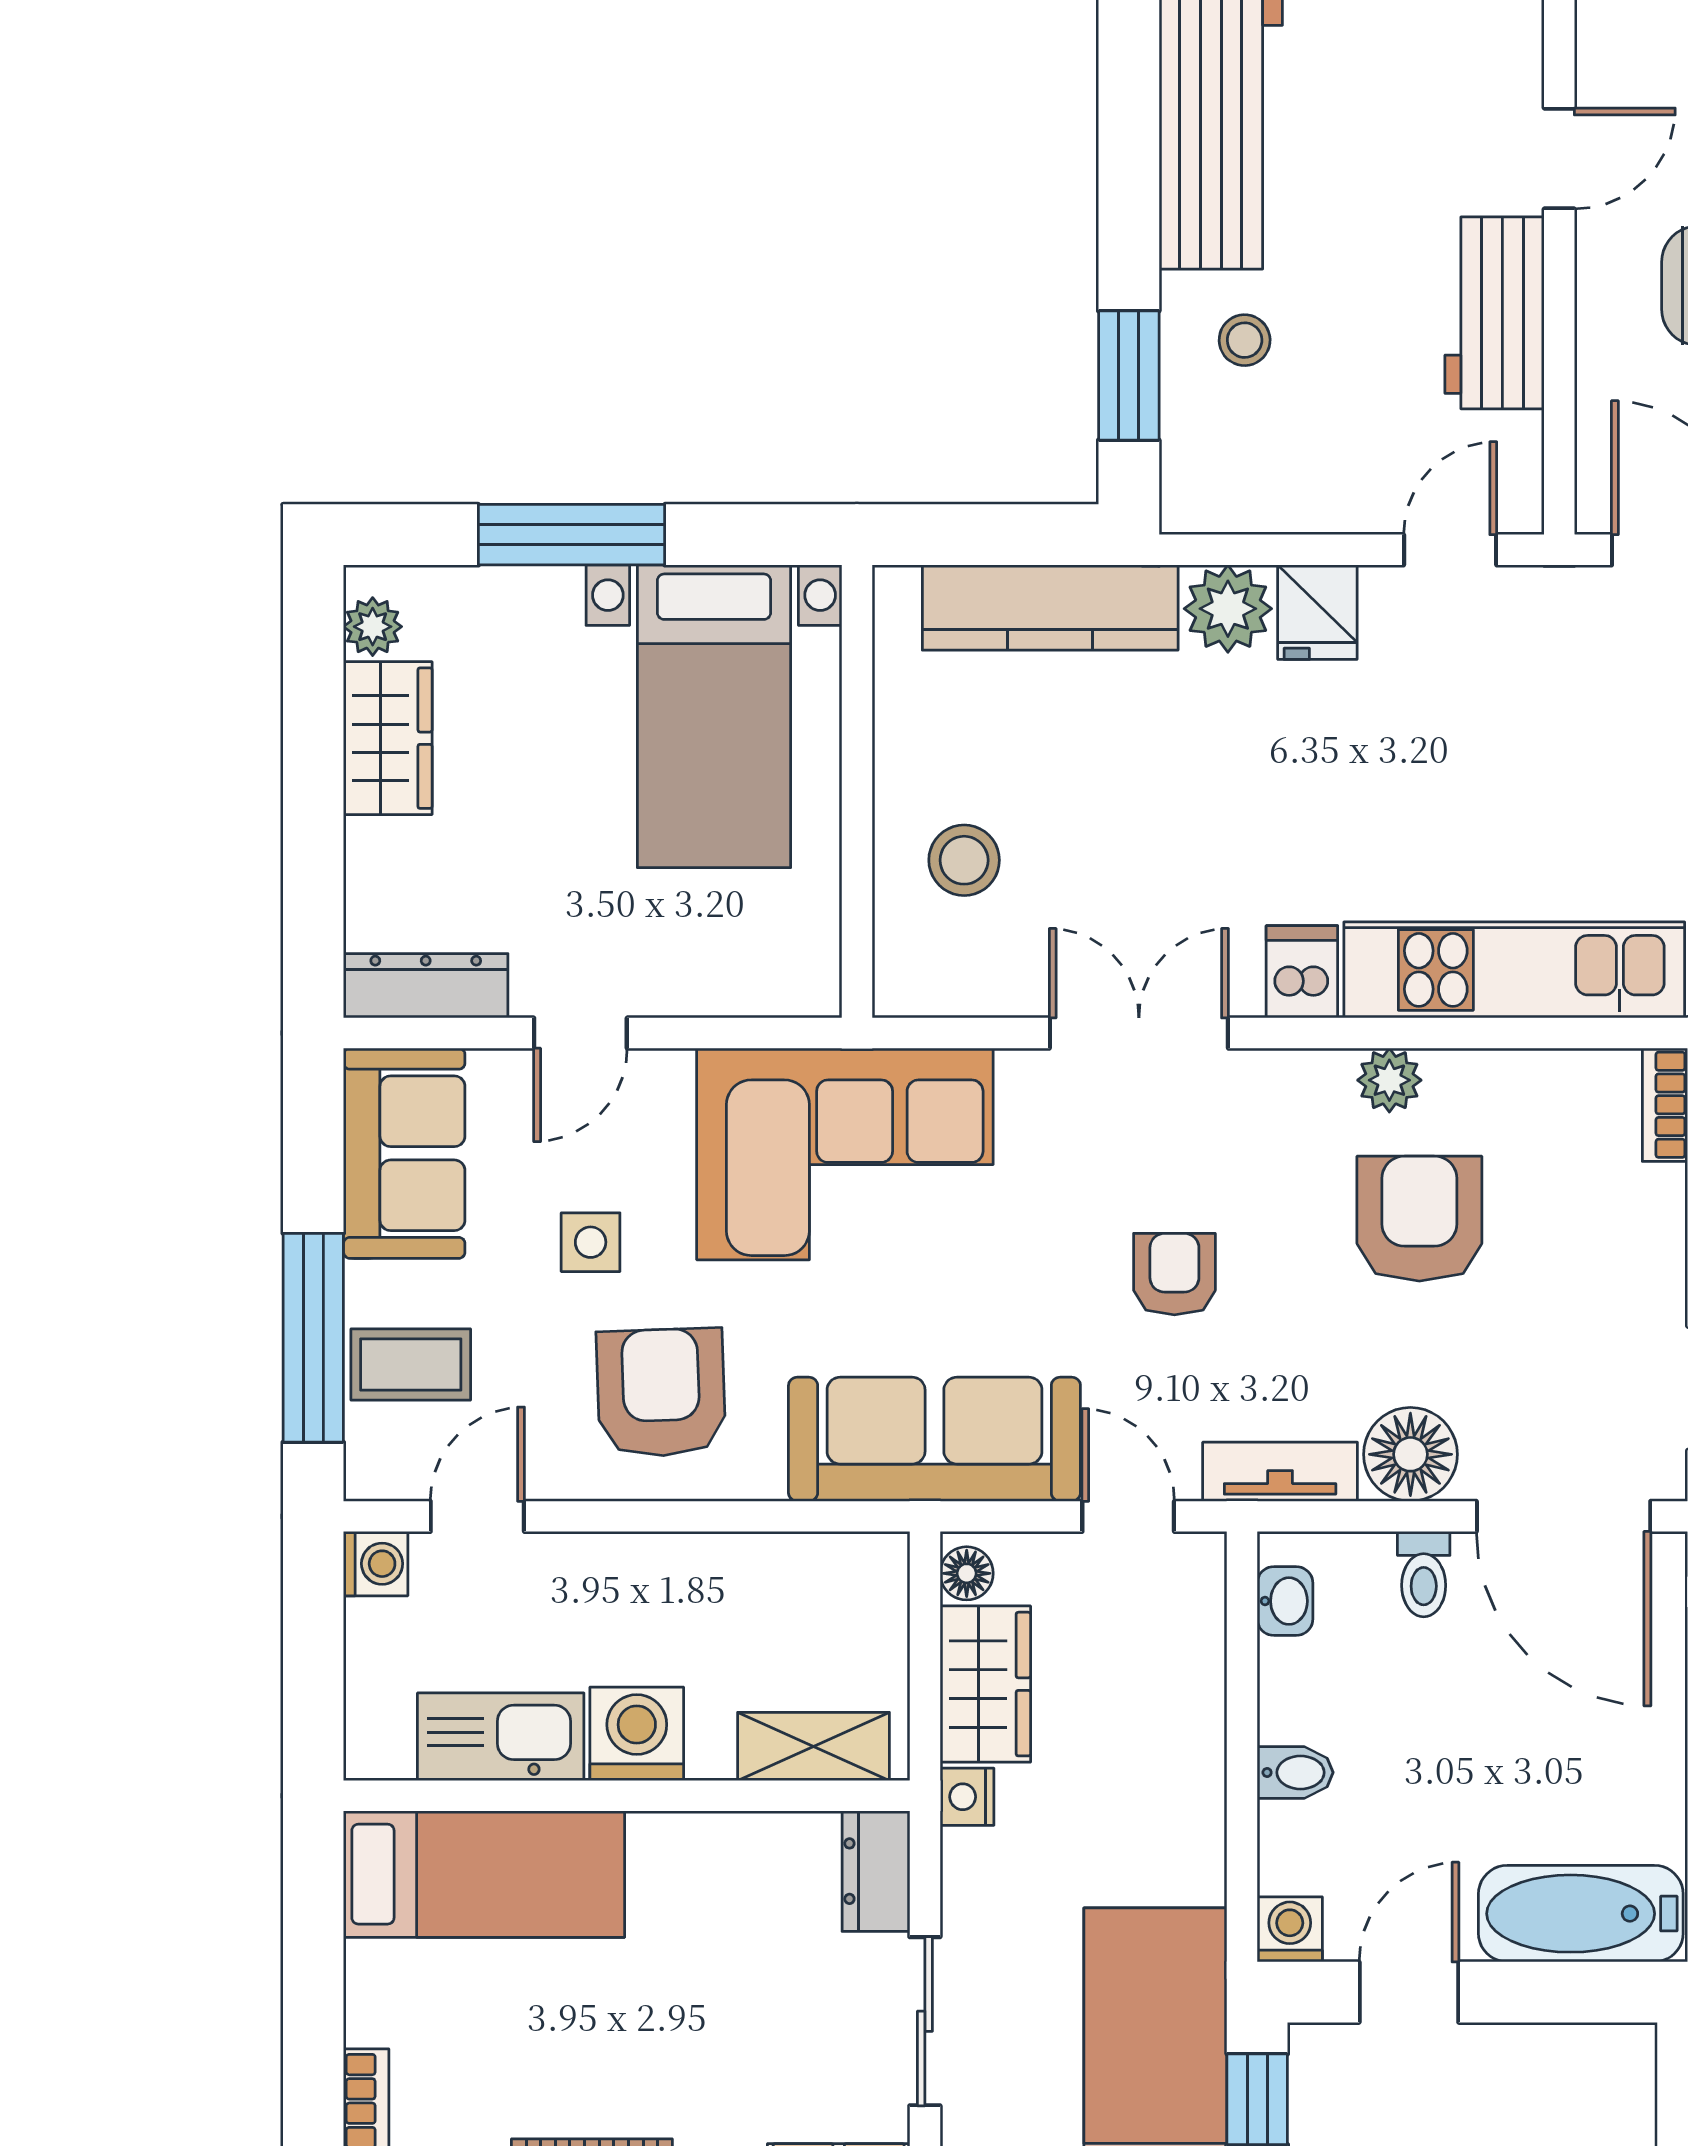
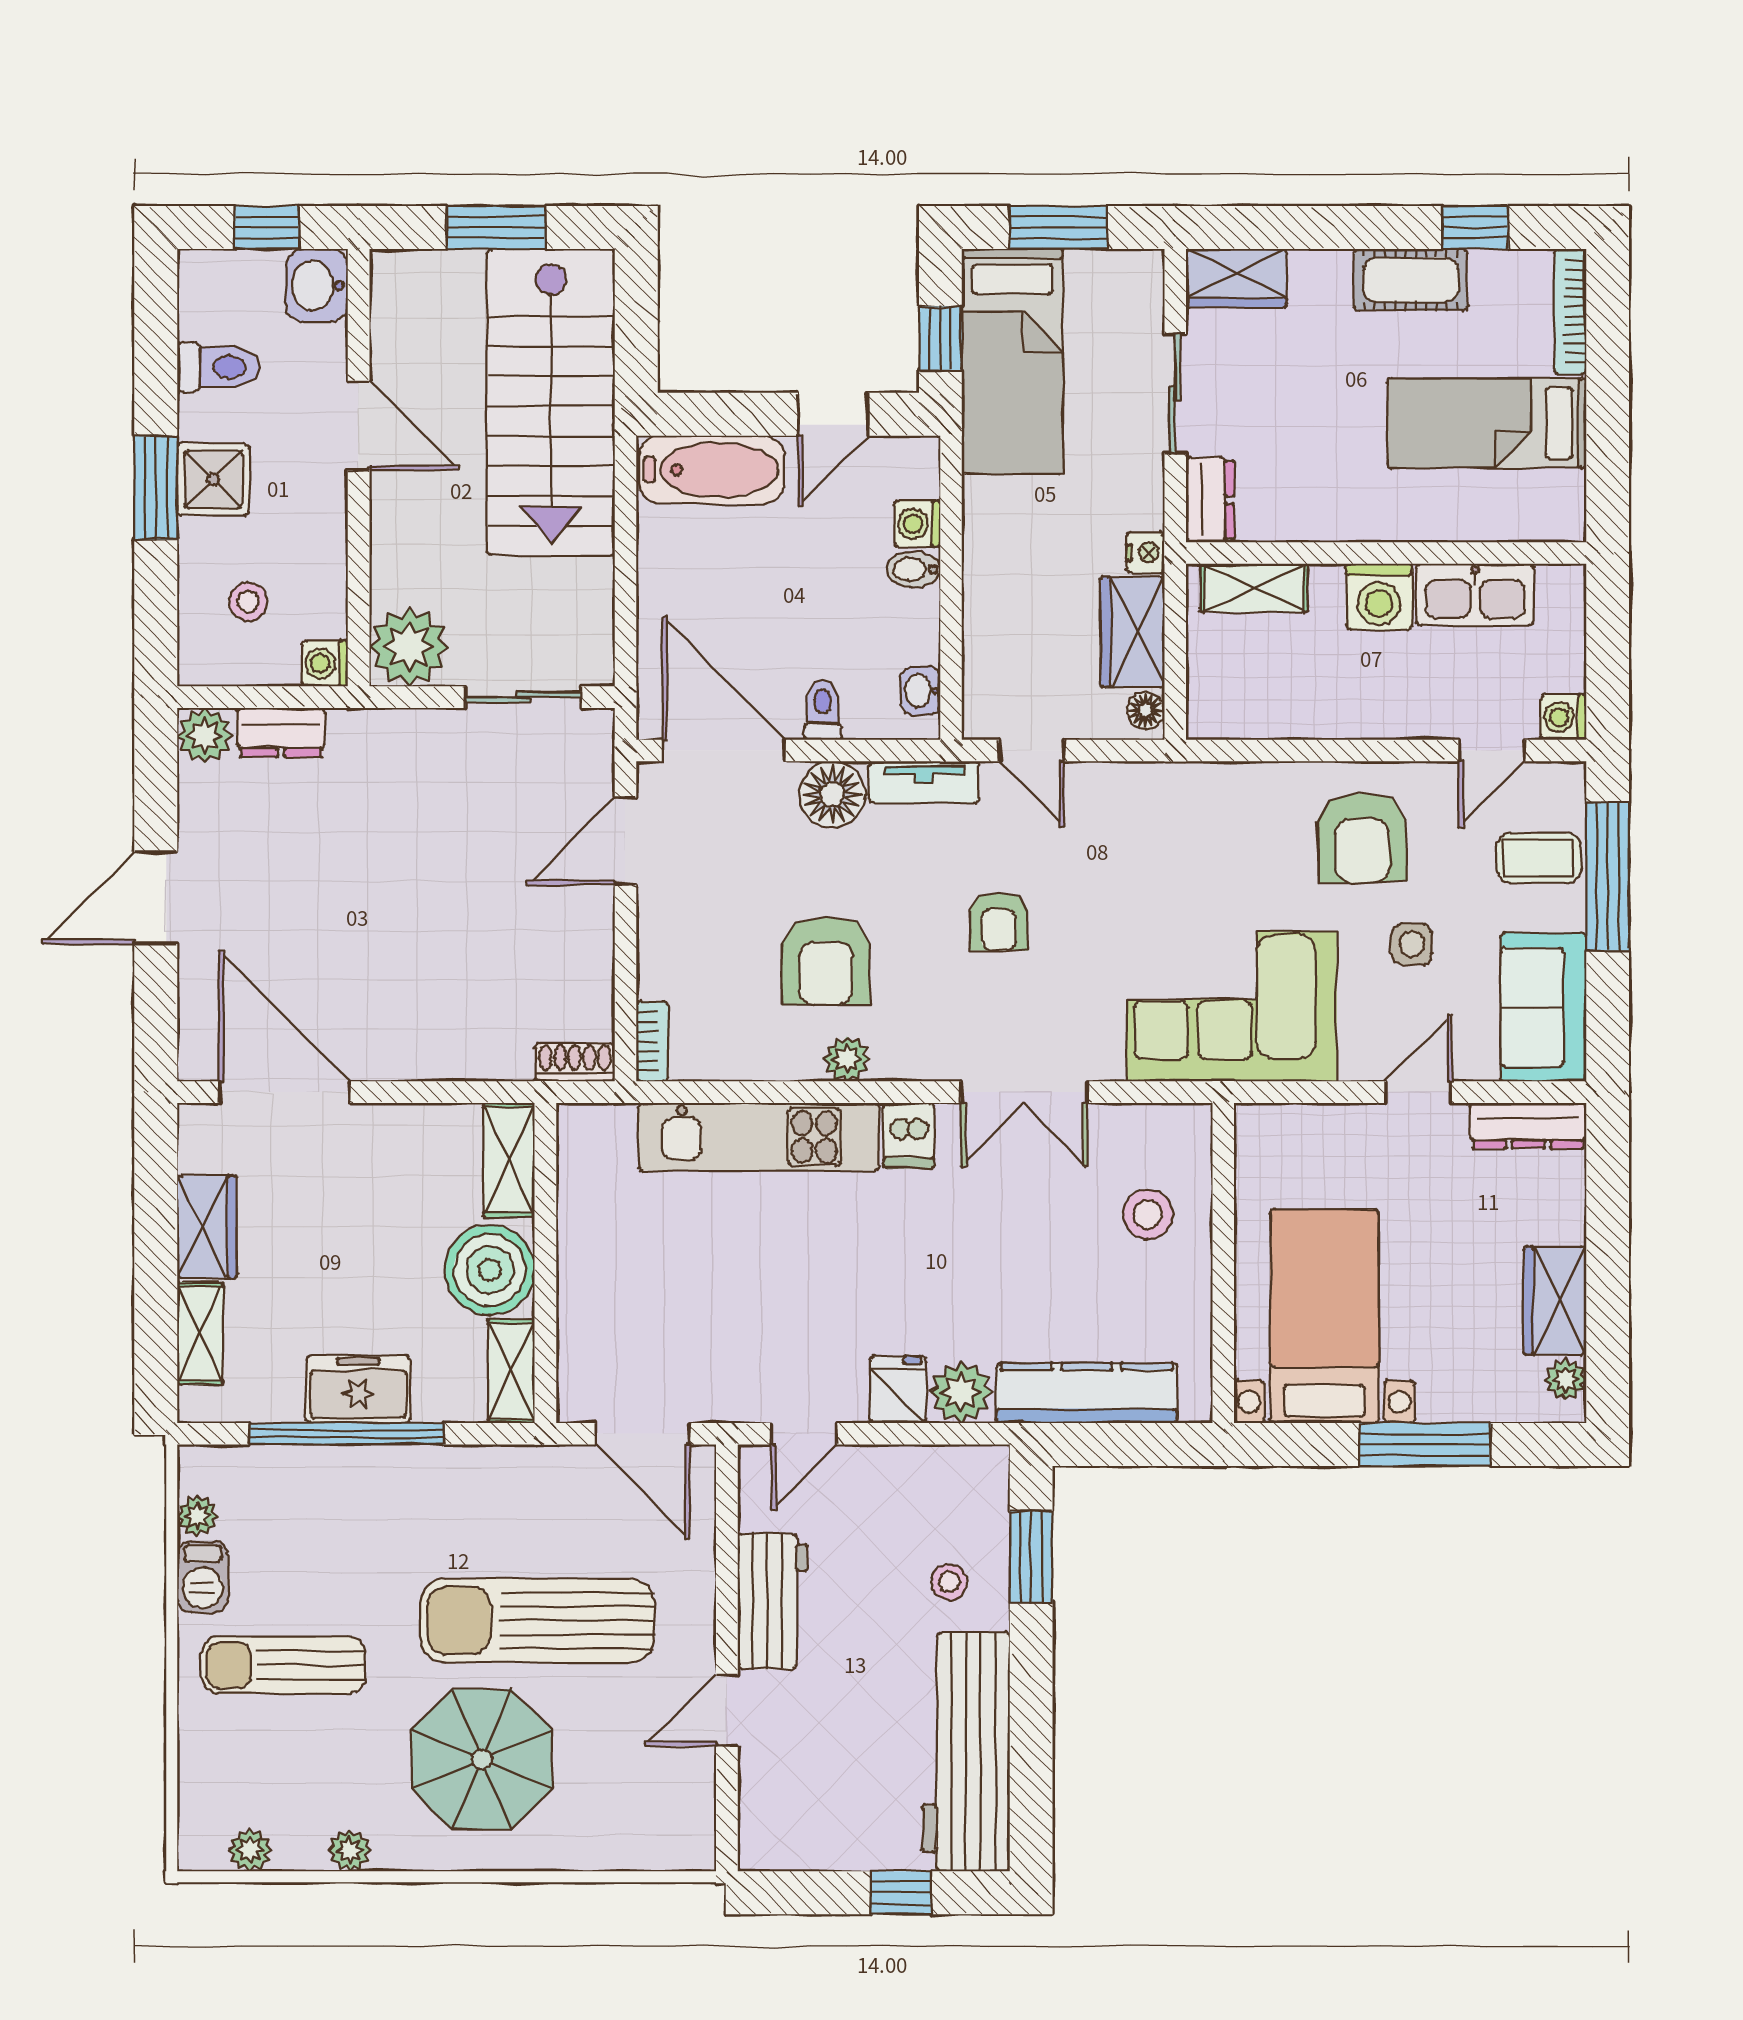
sofa: (934, 1439) -> (1168, 805), removed
bed: (484, 1874) -> (1487, 423), moved
washing machine: (1290, 1929) -> (917, 524), moved, turned 90

